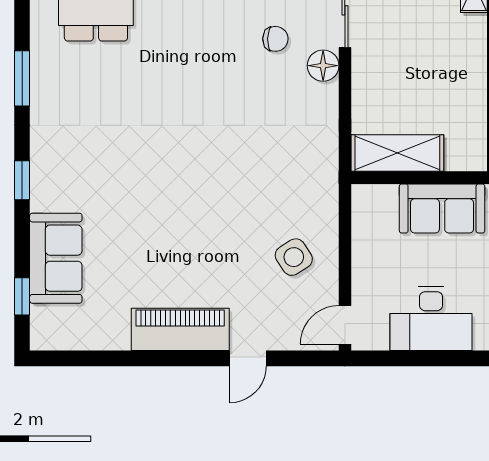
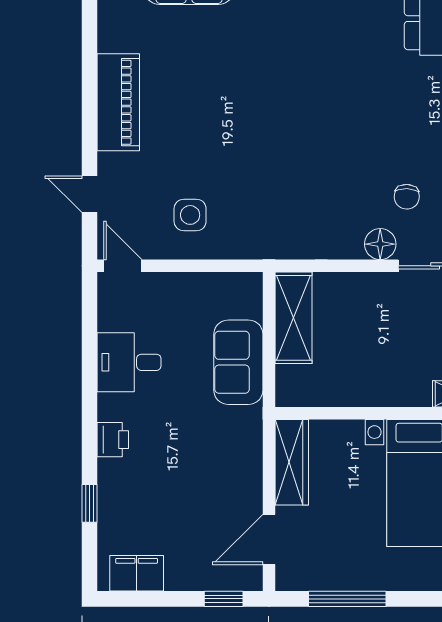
side table: (294, 257) -> (190, 215), turned 33
desk: (431, 319) -> (129, 362), width x0.73
door: (248, 358) -> (89, 194), moved

